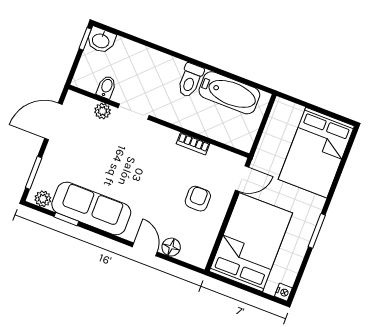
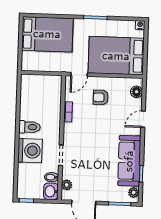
washbasin: (101, 40) -> (51, 191), moved, turned 180
washing machine: (156, 69) -> (30, 151), added
bathtub: (229, 93) -> (29, 100), removed
plant: (103, 111) -> (67, 185), moved
door: (242, 179) -> (79, 74), swing flipped
floor lamp: (171, 247) -> (137, 92), moved

